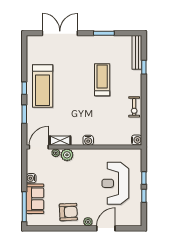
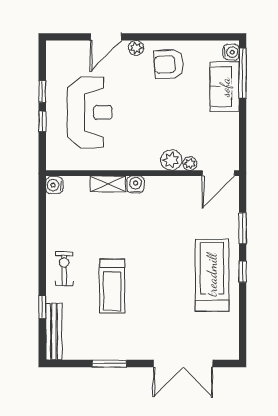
exercise bike: (134, 107) -> (64, 269), moved
shelving: (60, 141) -> (108, 184), moved
water cooler: (31, 178) -> (231, 52), moved

